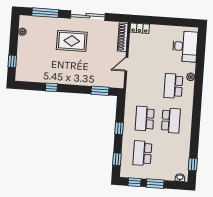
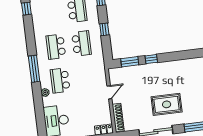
school desk: (173, 86) -> (60, 80), turned 180
window: (51, 87) -> (151, 59), moved
window: (197, 103) -> (34, 69), added

